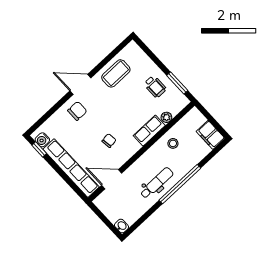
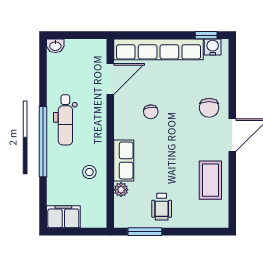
wheelchair: (155, 87) -> (162, 207), turned -90

